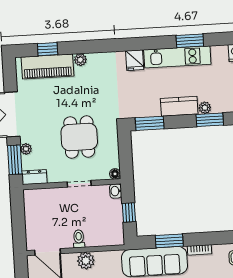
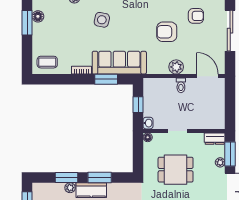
window: (150, 123) -> (100, 178), moved
dining table: (79, 137) -> (176, 170), turned 90

